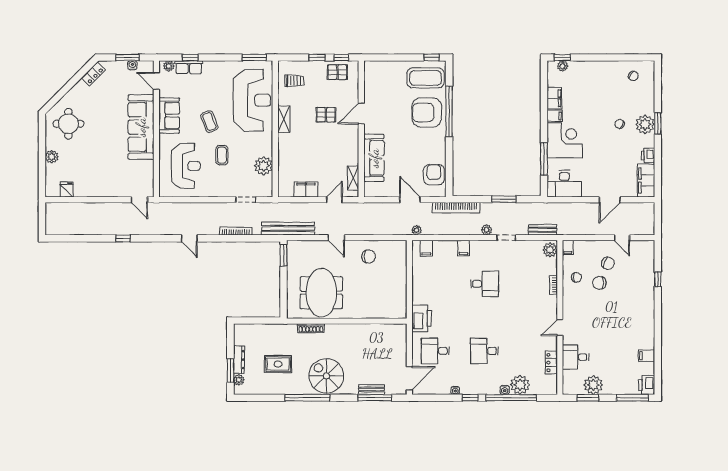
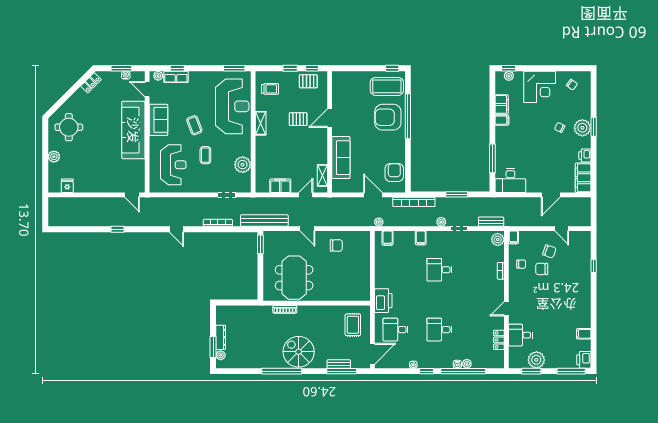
corner desk: (565, 140) -> (540, 87), moved, turned 90
desk: (485, 284) -> (439, 270), turned 180
rug: (278, 364) -> (353, 325), moved, turned 90
plant: (520, 385) -> (467, 364), width x0.53, depth x0.53

